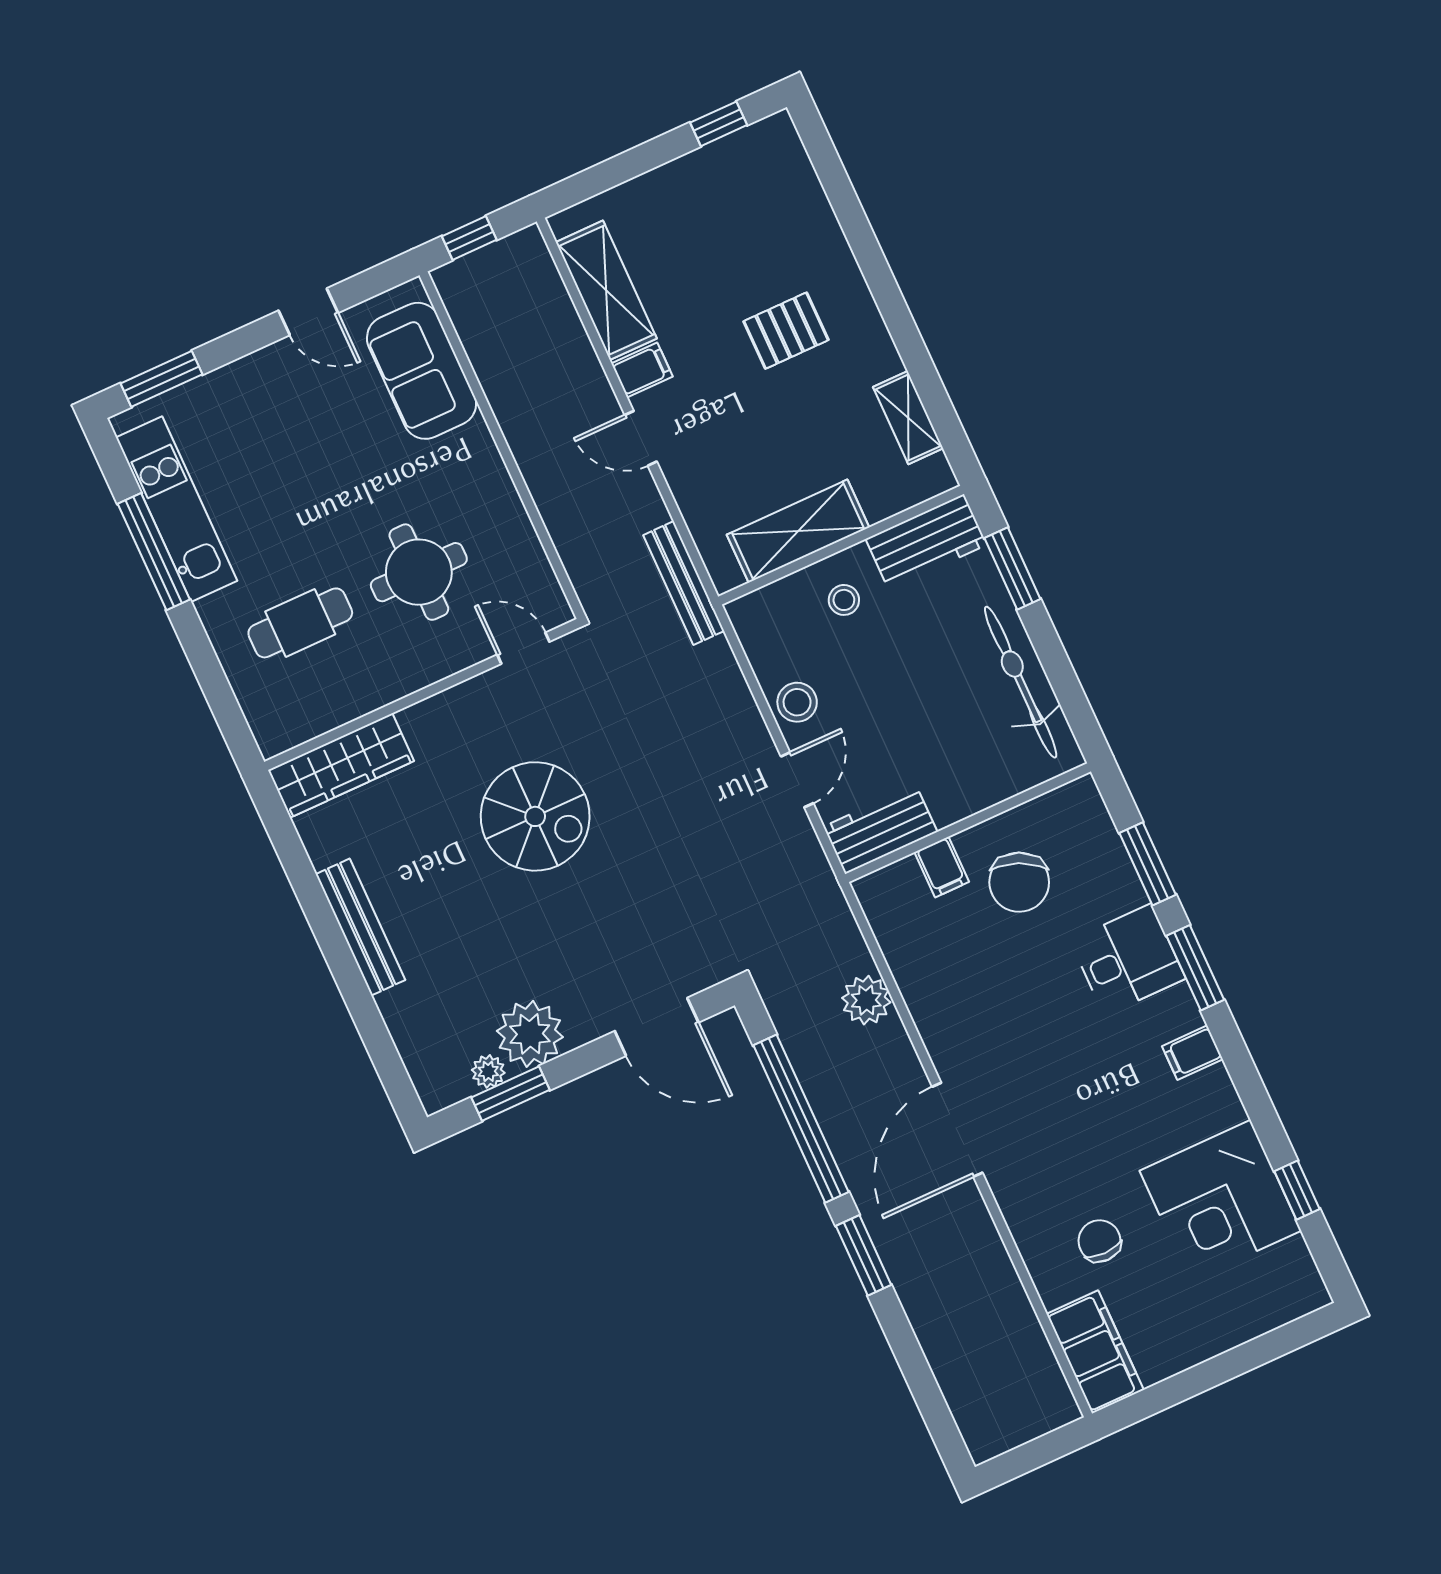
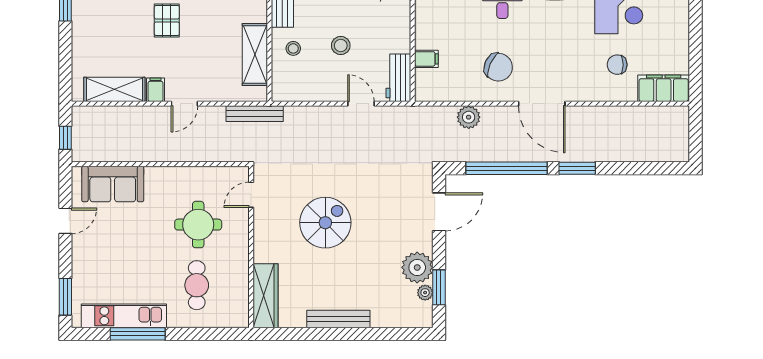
stool: (797, 702) -> (341, 46), moved
chair: (1019, 882) -> (498, 67), moved

